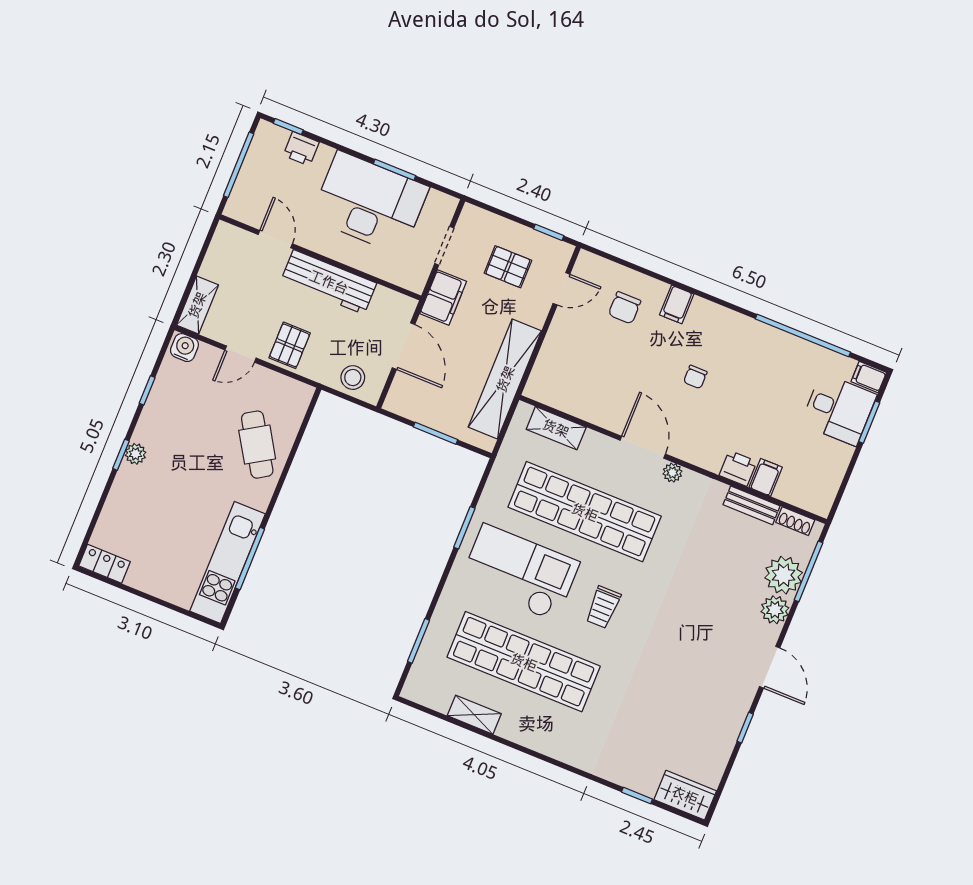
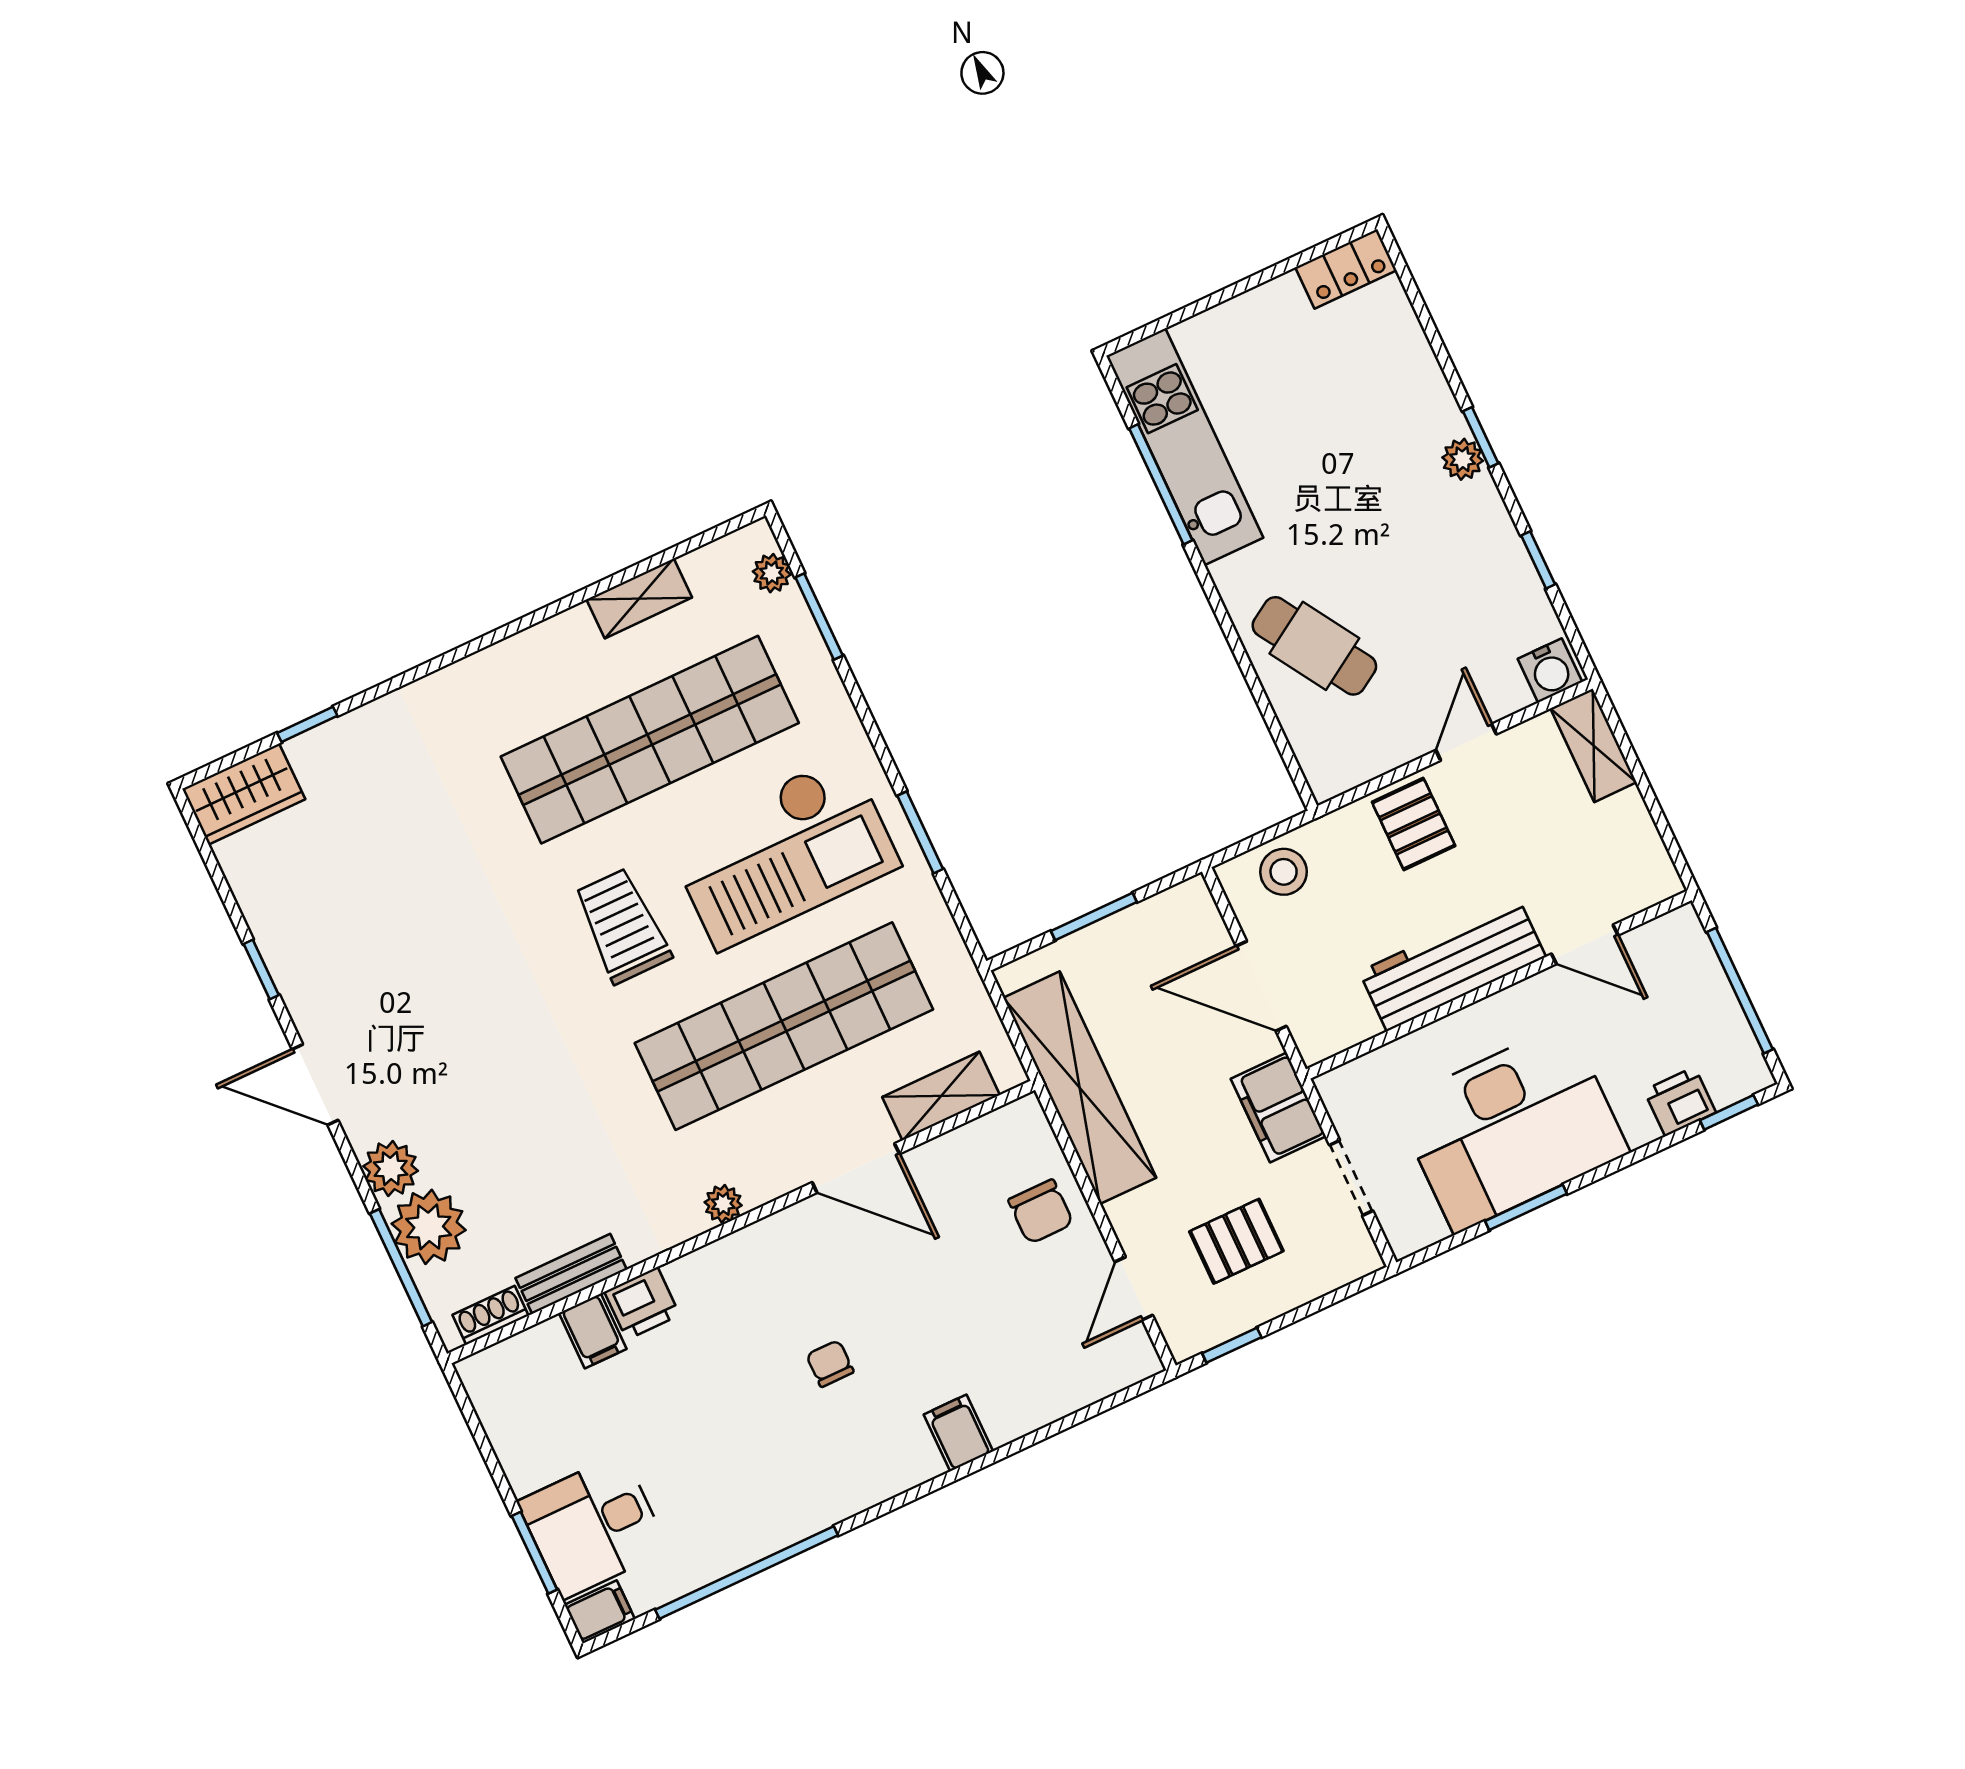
chair: (625, 308) -> (1041, 1212), moved, turned 180
door: (643, 447) -> (856, 1168), moved
trolley: (603, 607) -> (622, 926), width x1.36, depth x1.39
plant: (419, 674) -> (772, 573), added

